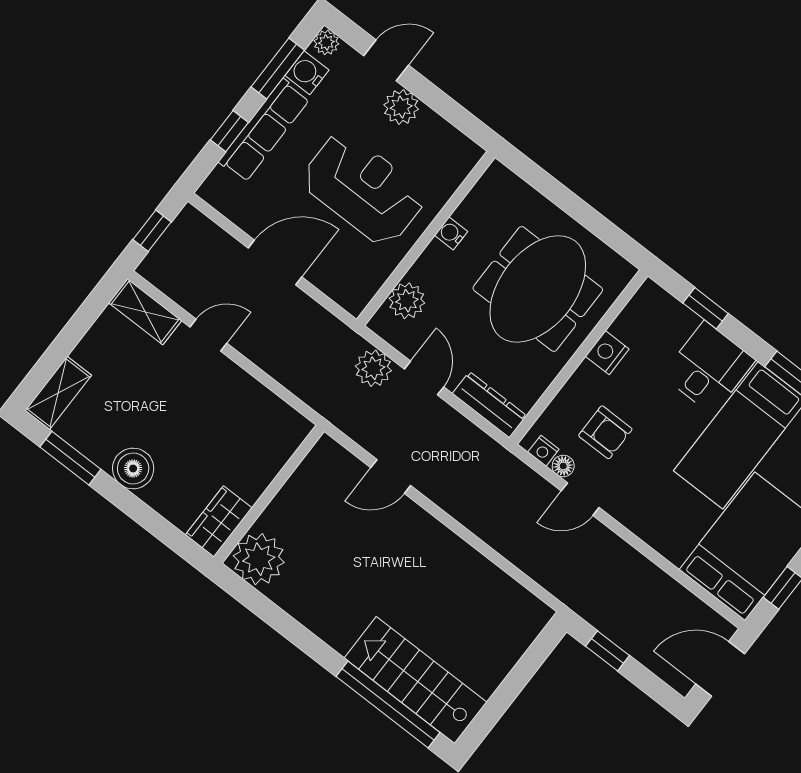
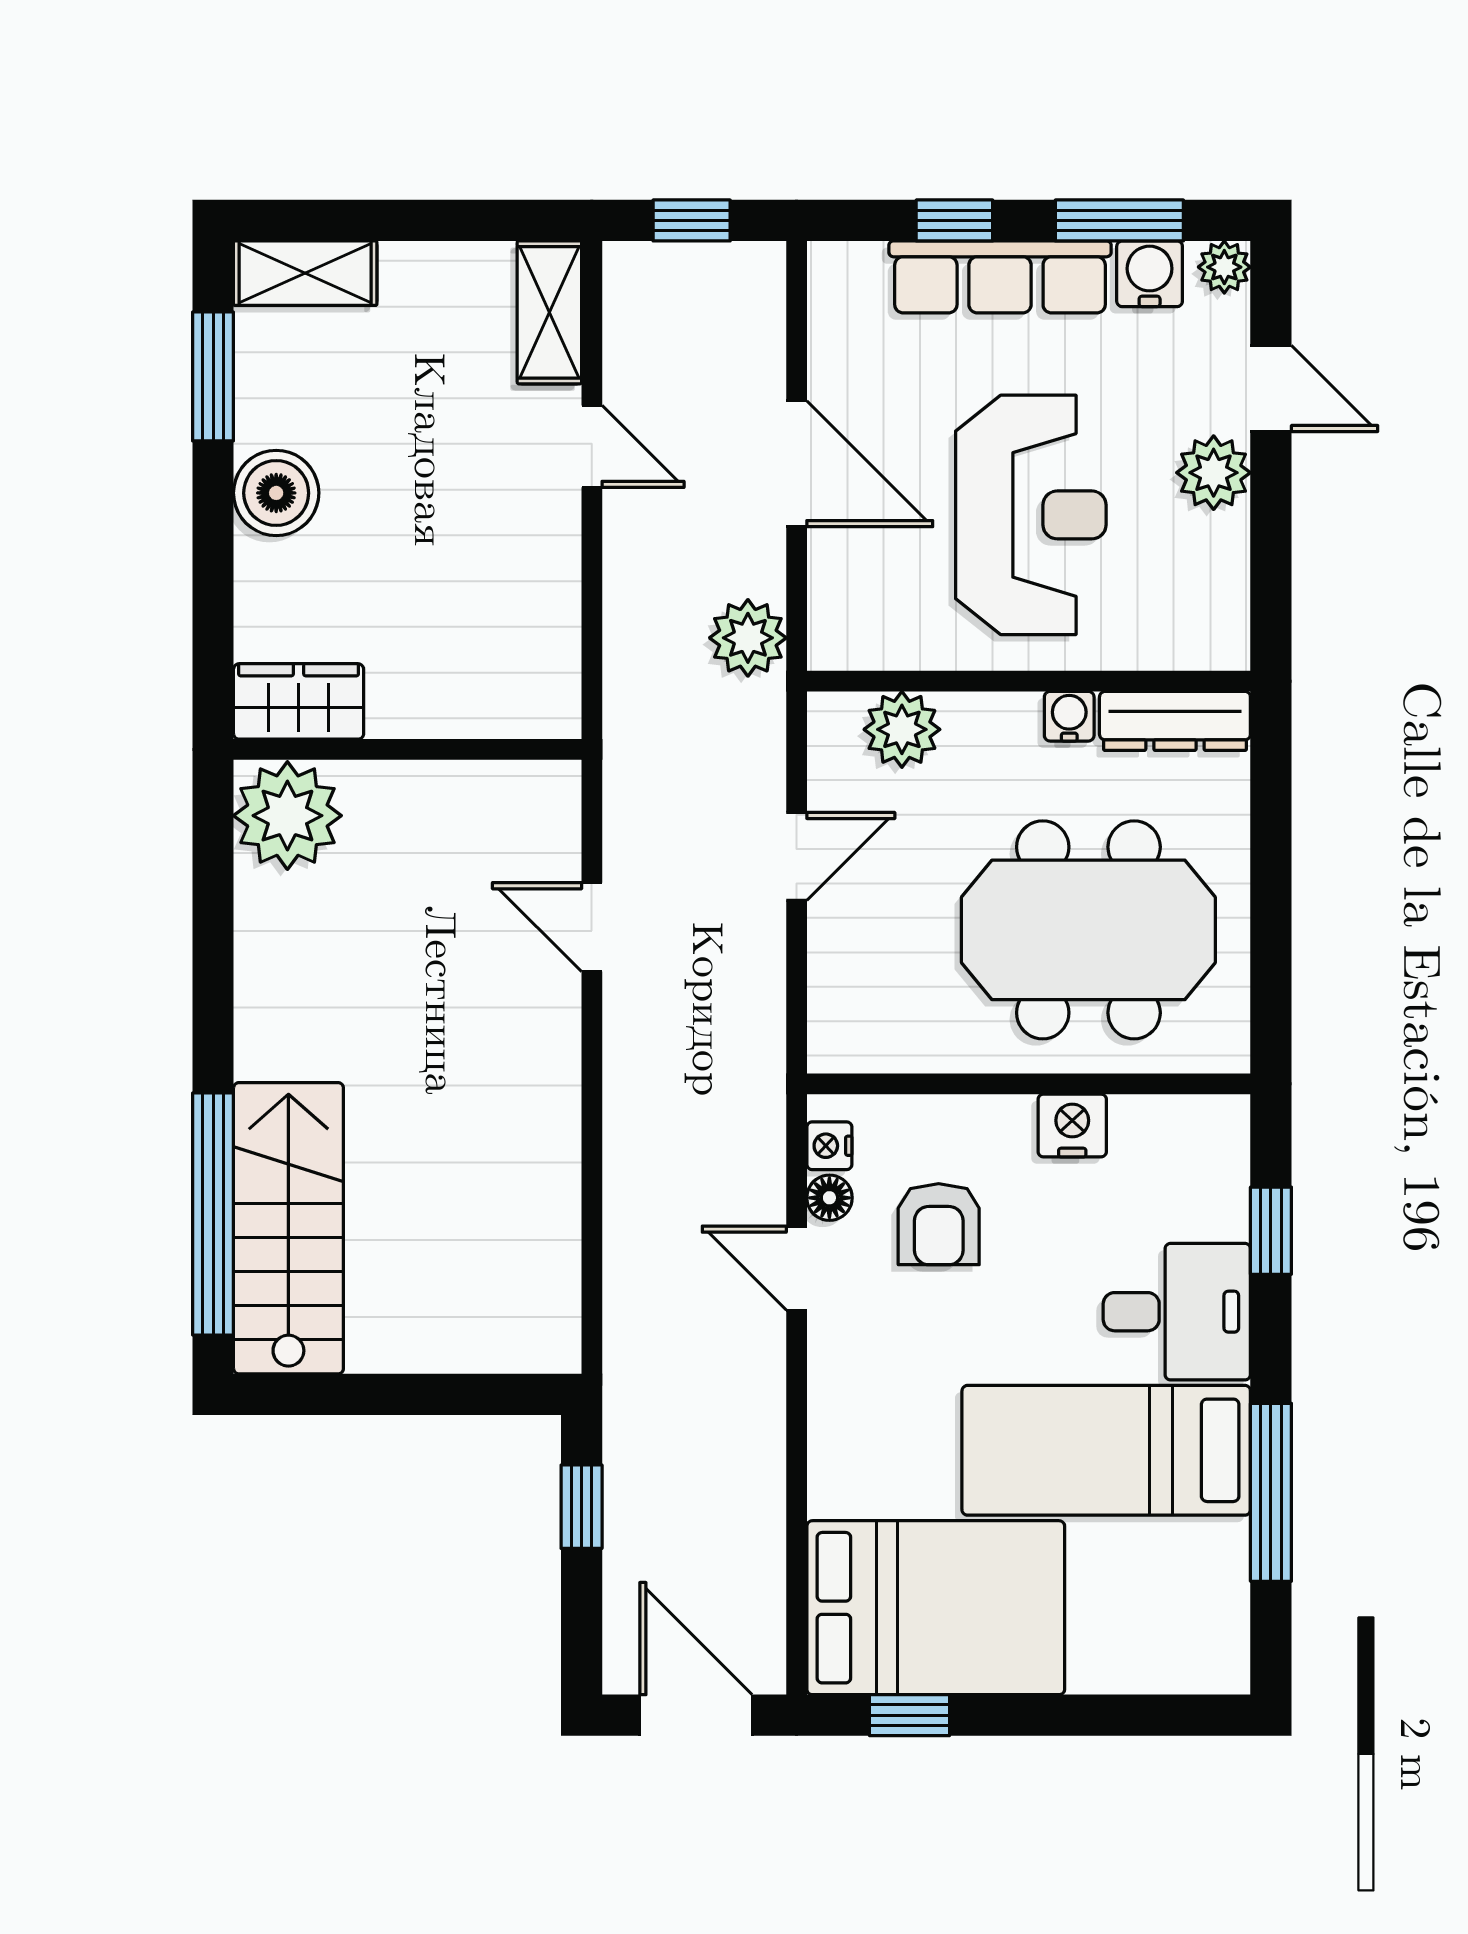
plant: (373, 368) -> (748, 638), moved
dresser: (489, 405) -> (1175, 721), moved, turned 90

